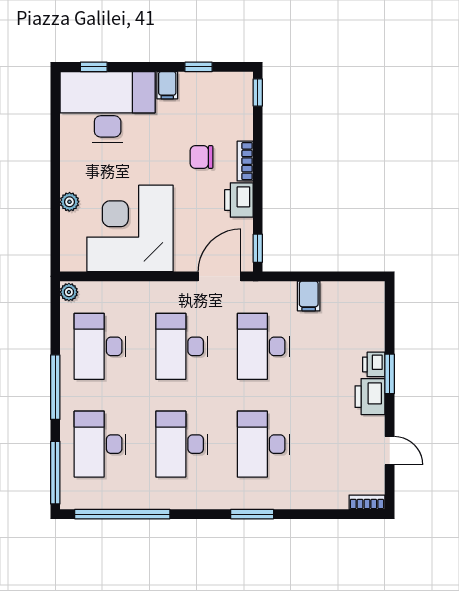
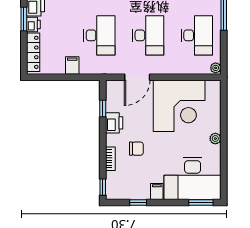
window: (94, 67) -> (201, 202), width x1.50
bookcase: (245, 161) -> (110, 159), moved
plant: (69, 202) -> (215, 139), moved
window: (258, 248) -> (103, 109), moved
door: (220, 276) -> (137, 77), moved
locker: (374, 318) -> (33, 52), added

